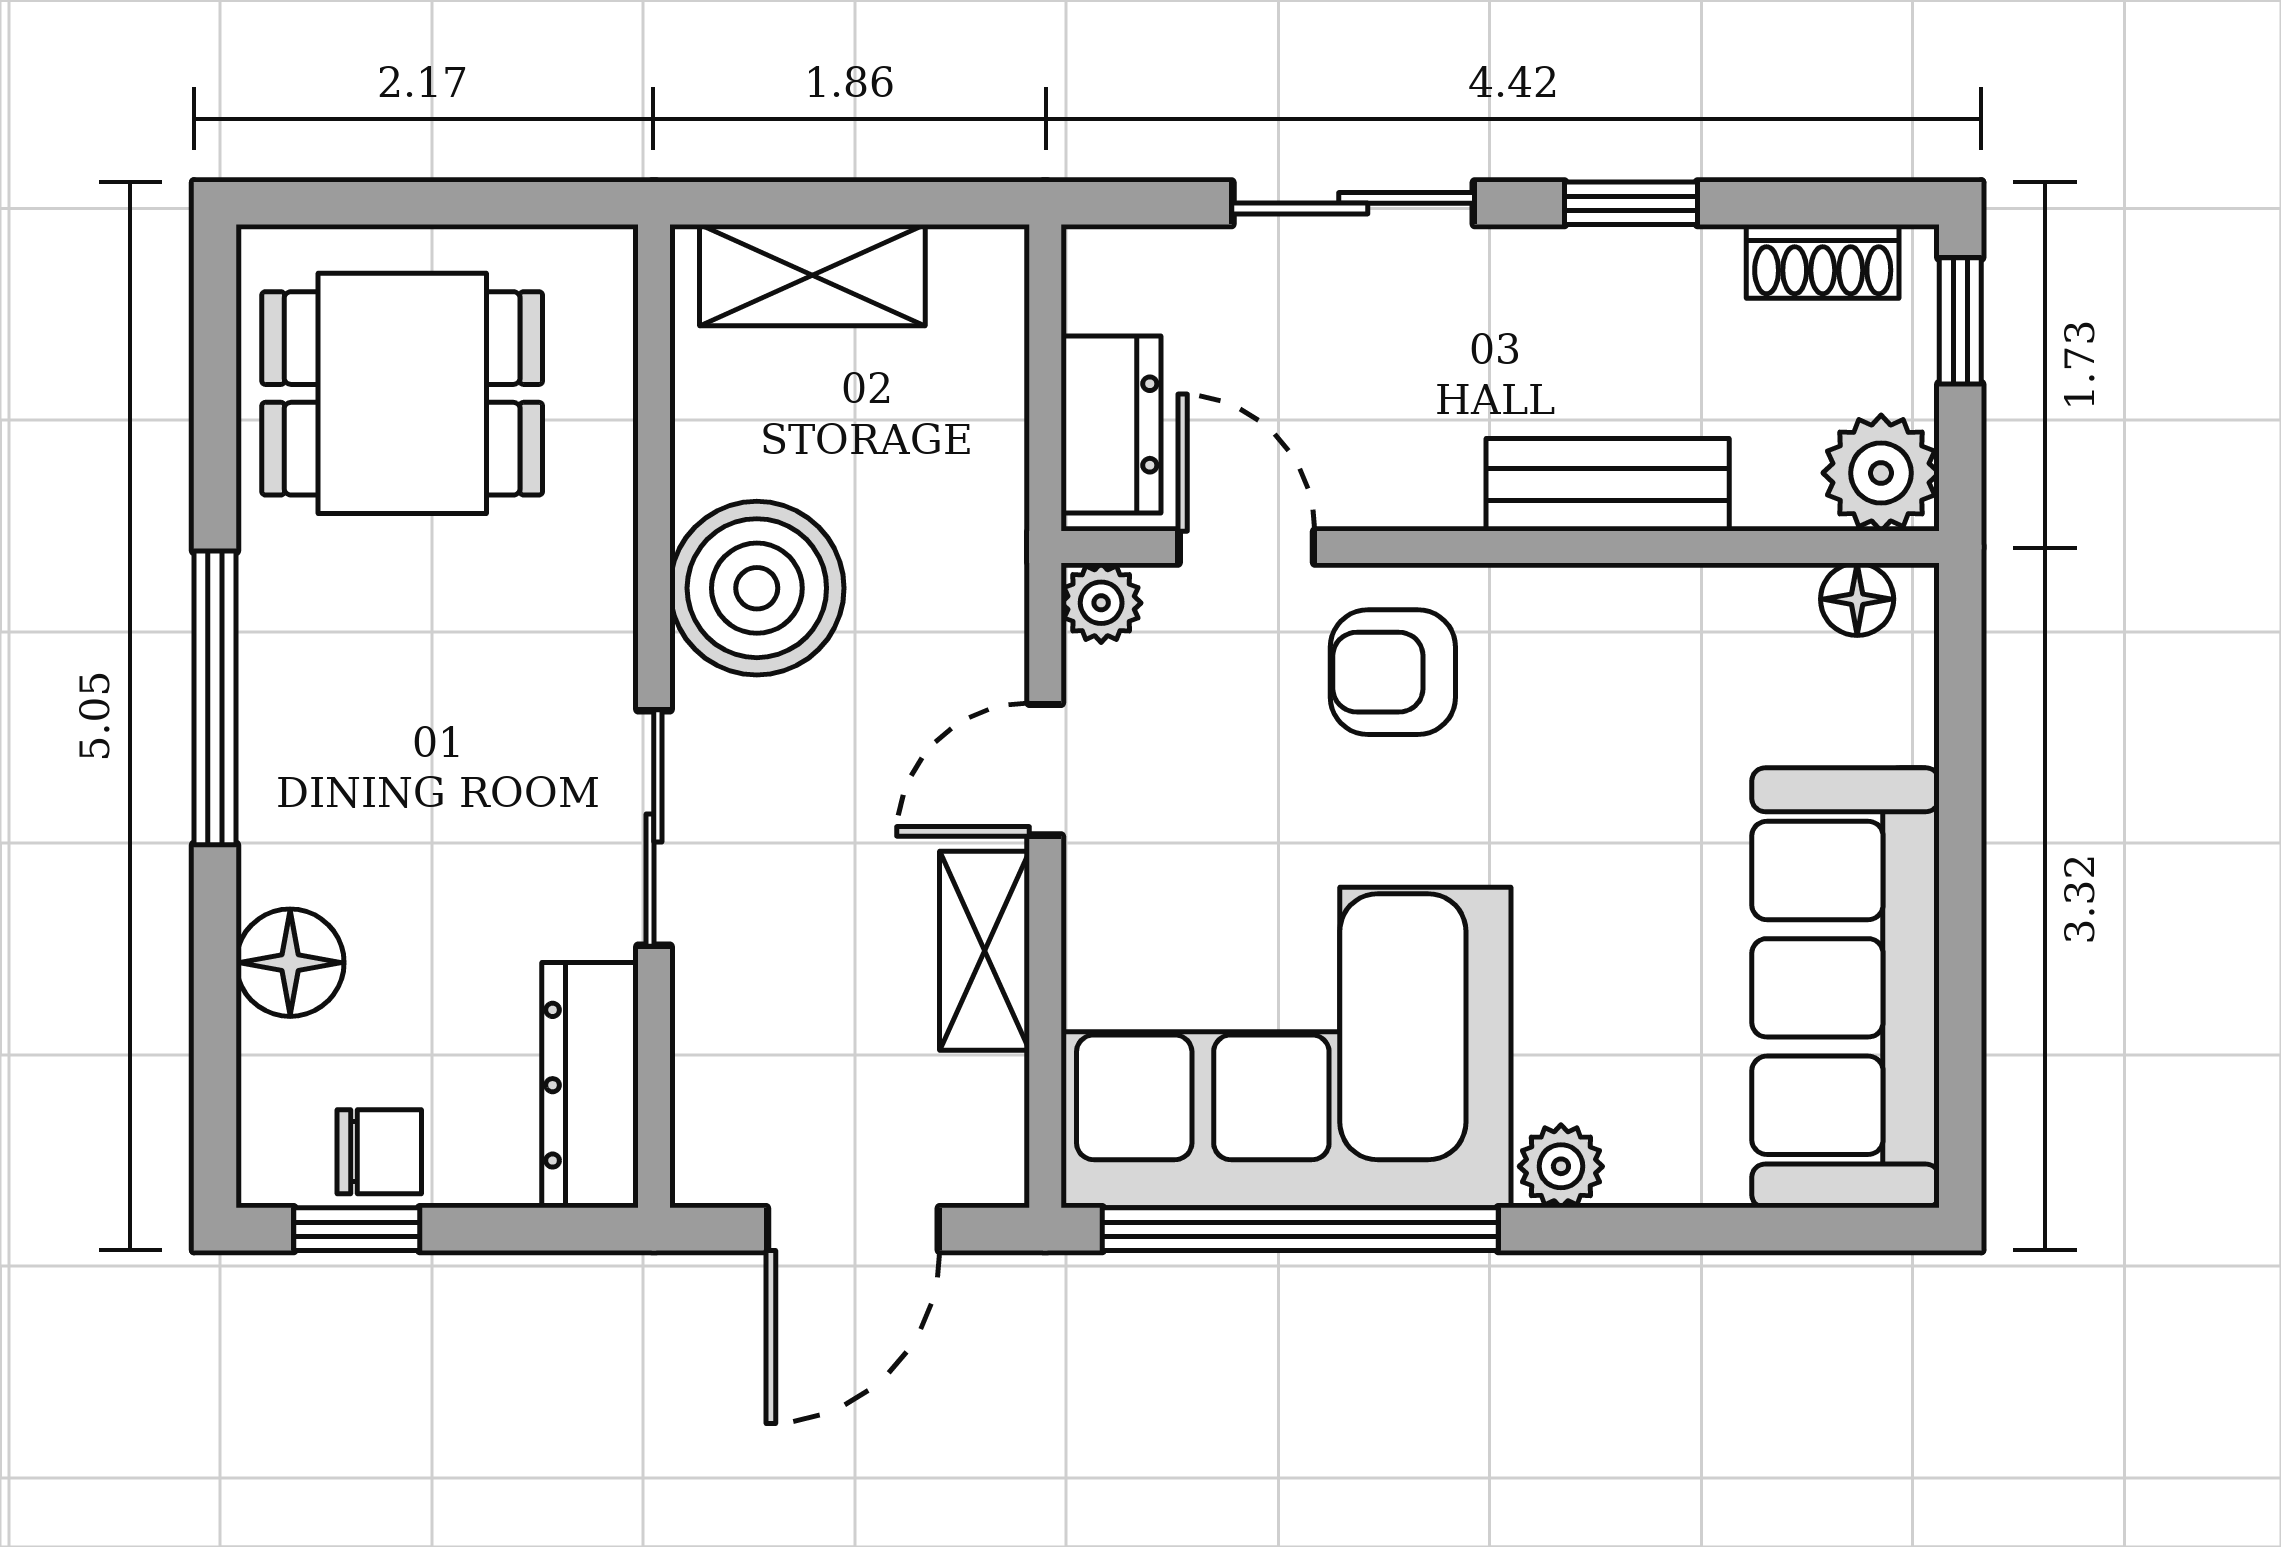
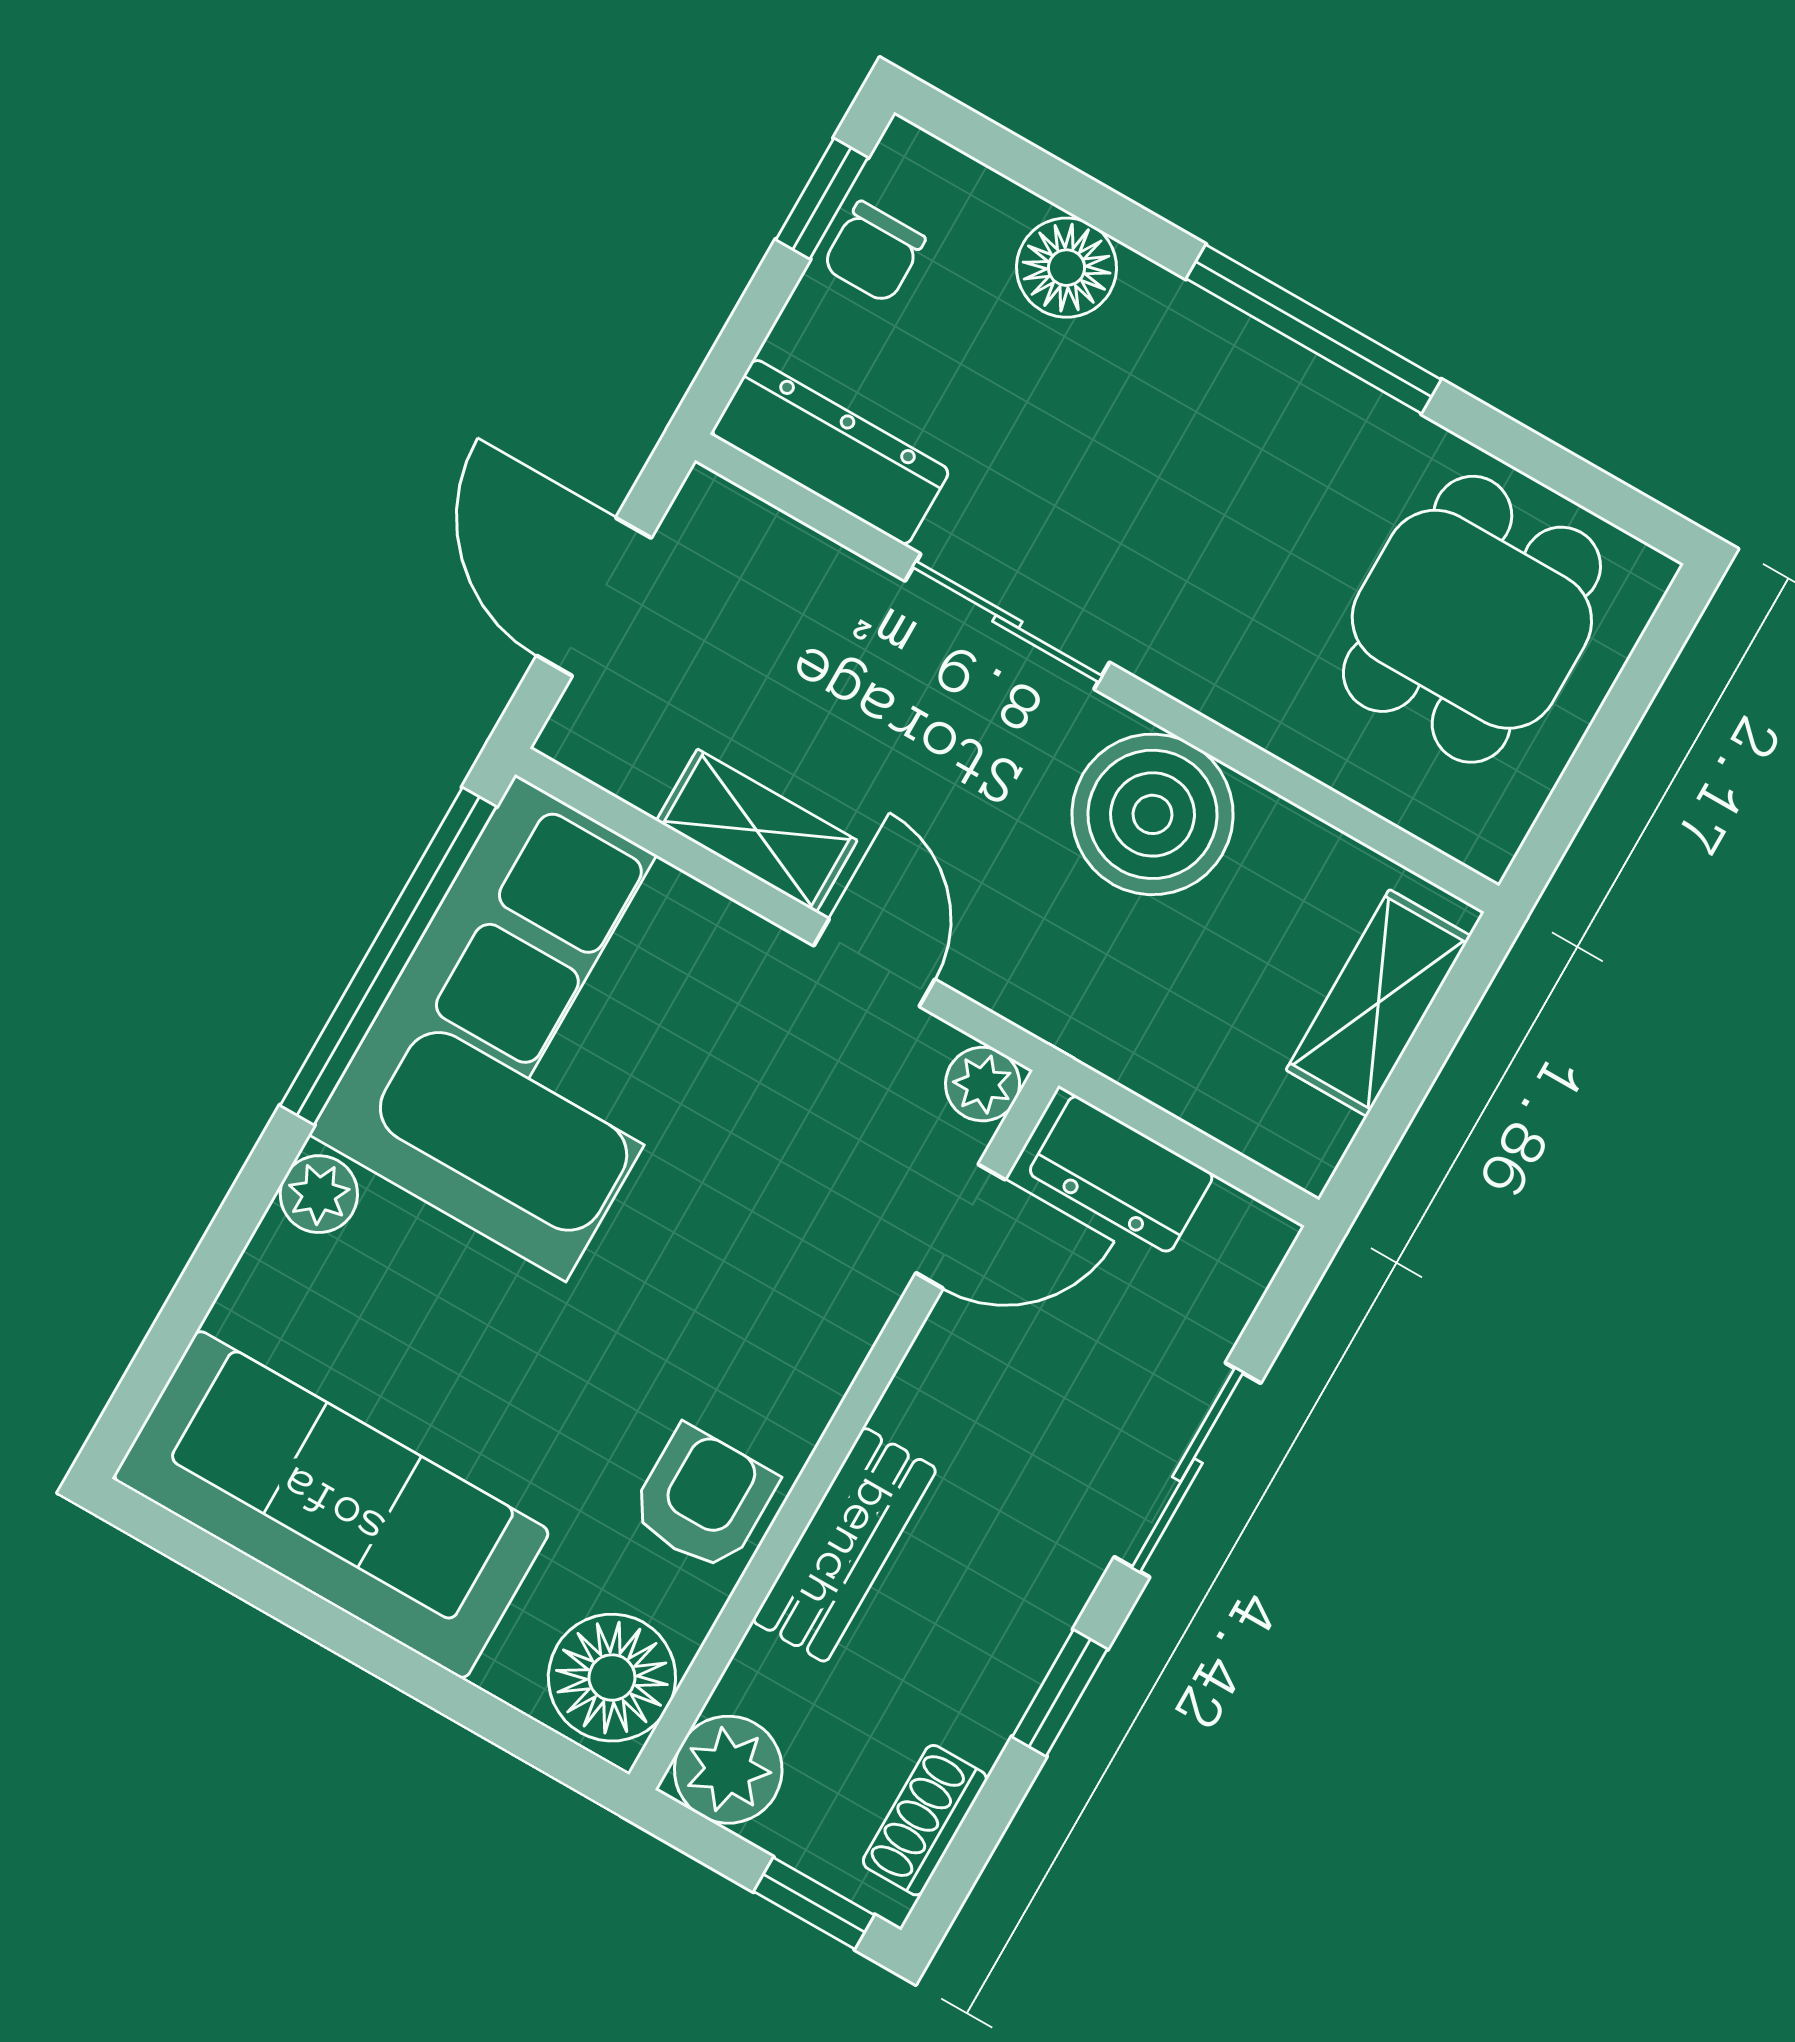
floor lamp: (1857, 599) -> (612, 1678), width x1.89, depth x1.89
armchair: (1393, 672) -> (703, 1499), moved

